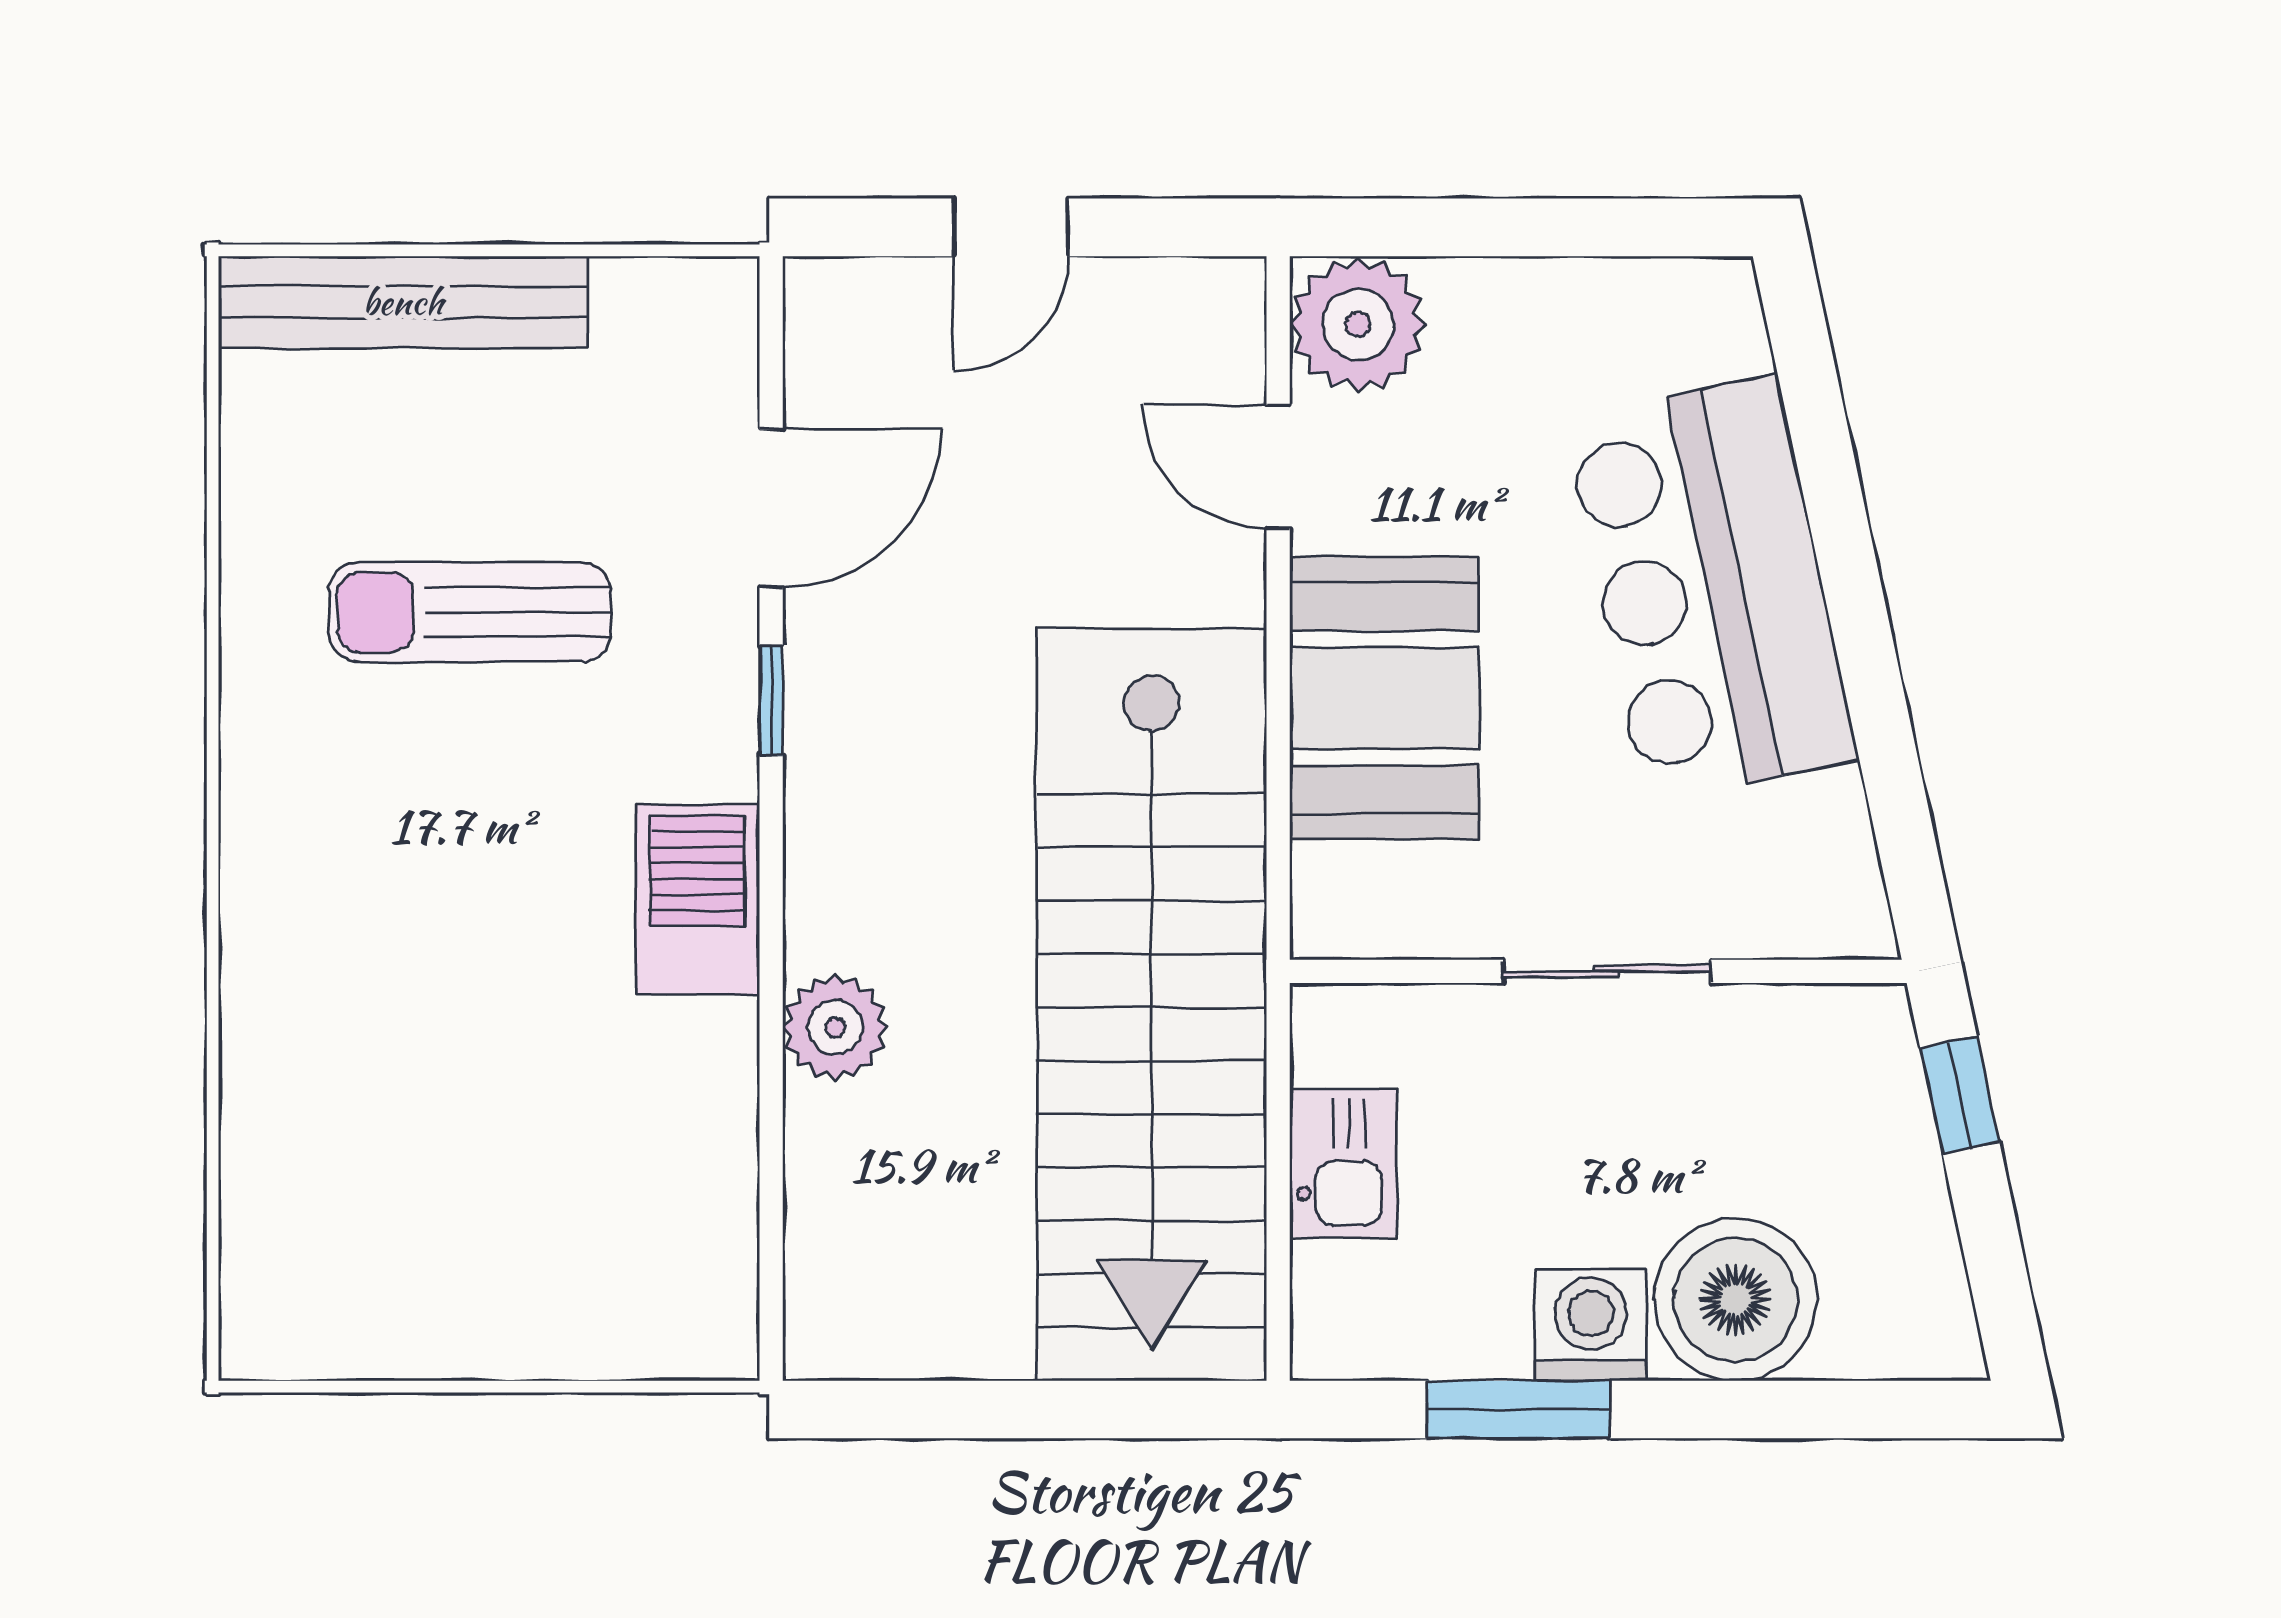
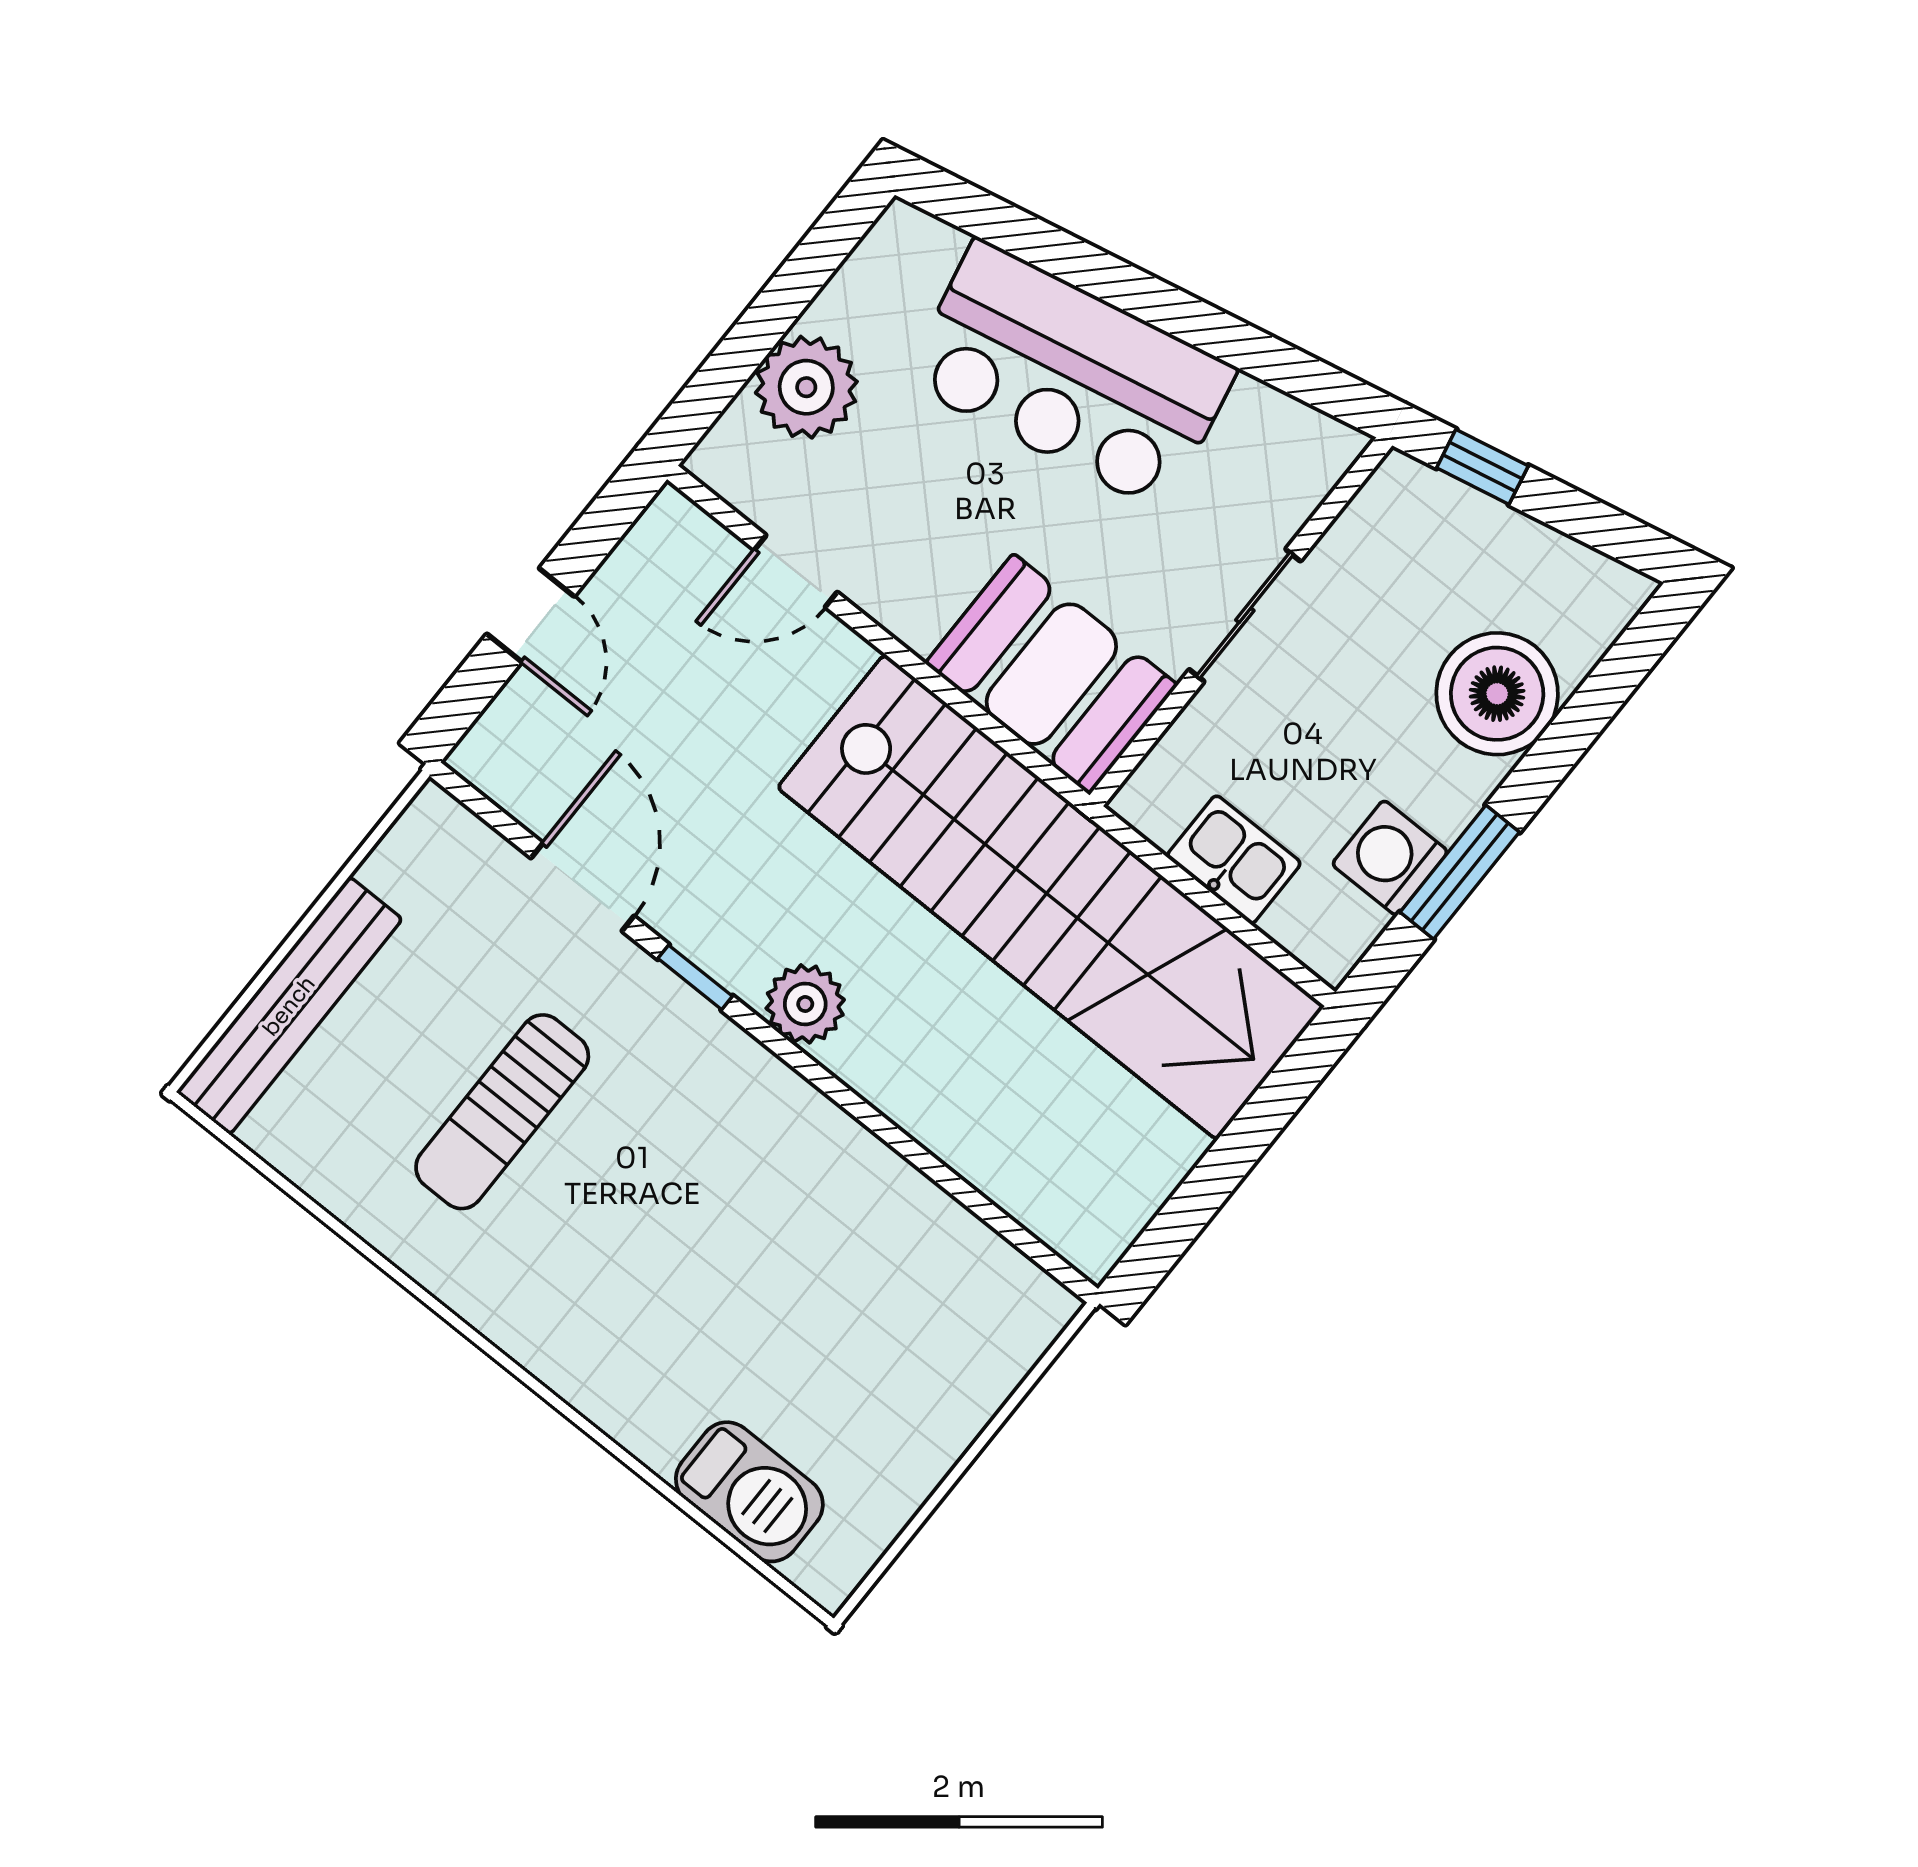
plant: (1358, 324) -> (806, 387), moved
booth: (1384, 698) -> (1051, 674), moved
barbecue: (698, 900) -> (749, 1492), moved, turned 180
plant: (835, 1027) -> (805, 1004), moved
washing machine: (1591, 1325) -> (1390, 858), moved

